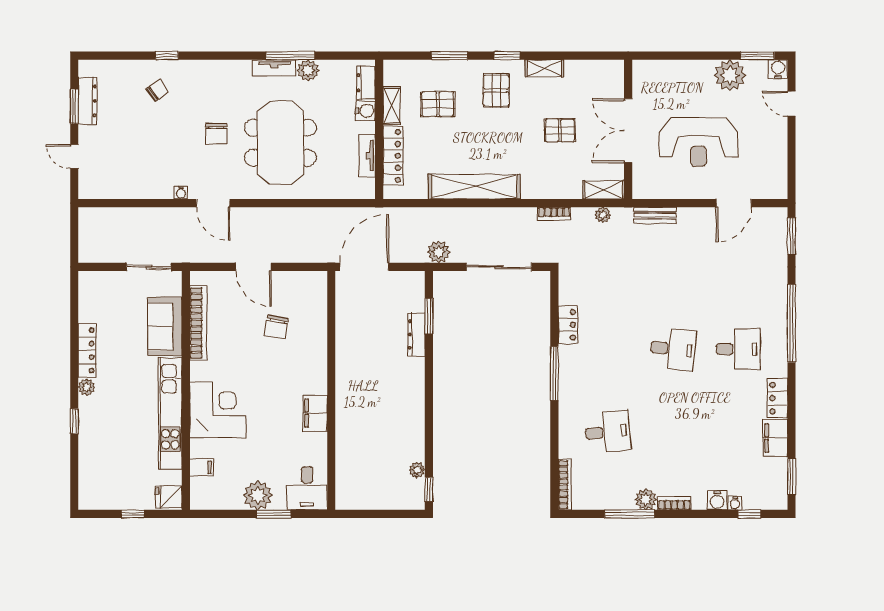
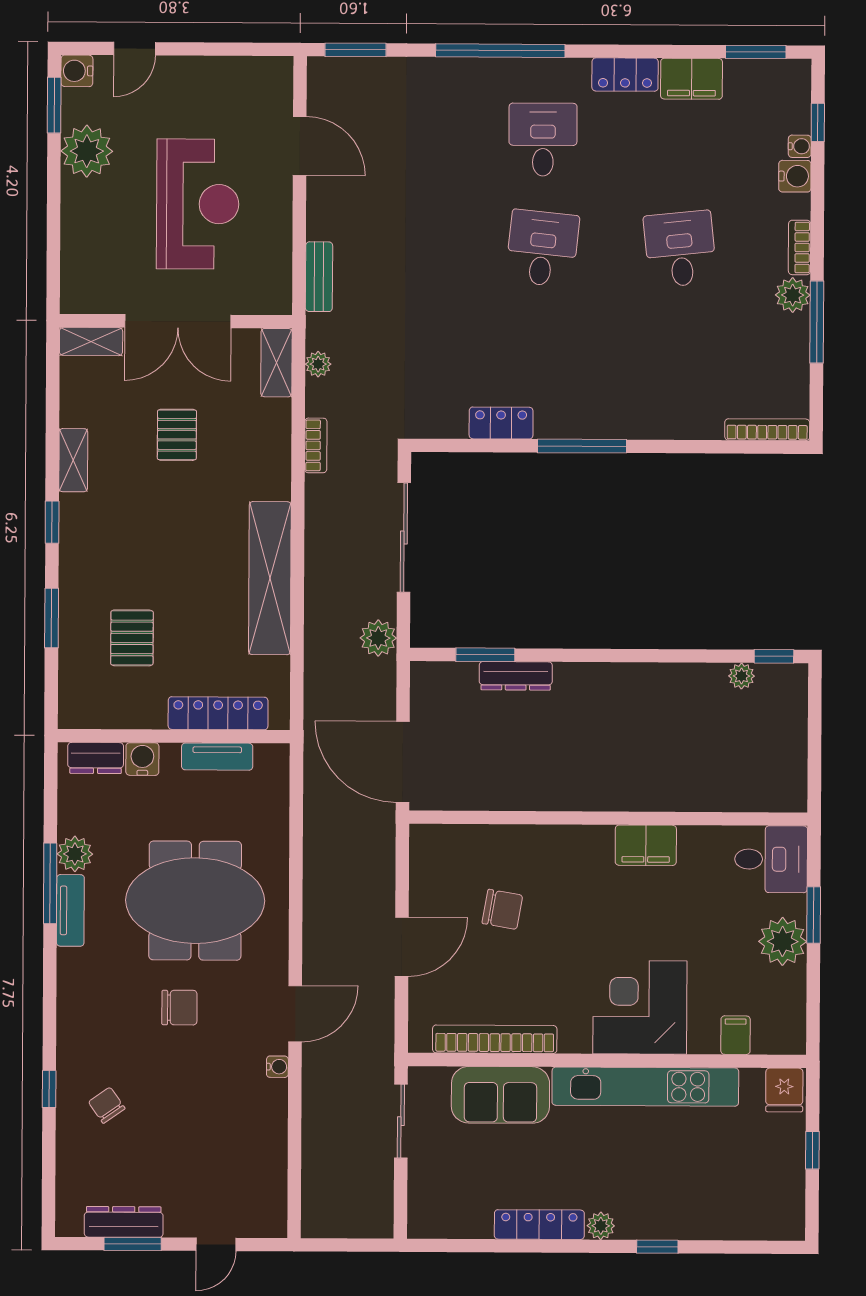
pallet: (496, 90) -> (110, 541), removed
shelving: (392, 106) -> (91, 341), moved
desk: (608, 432) -> (680, 249), moved

